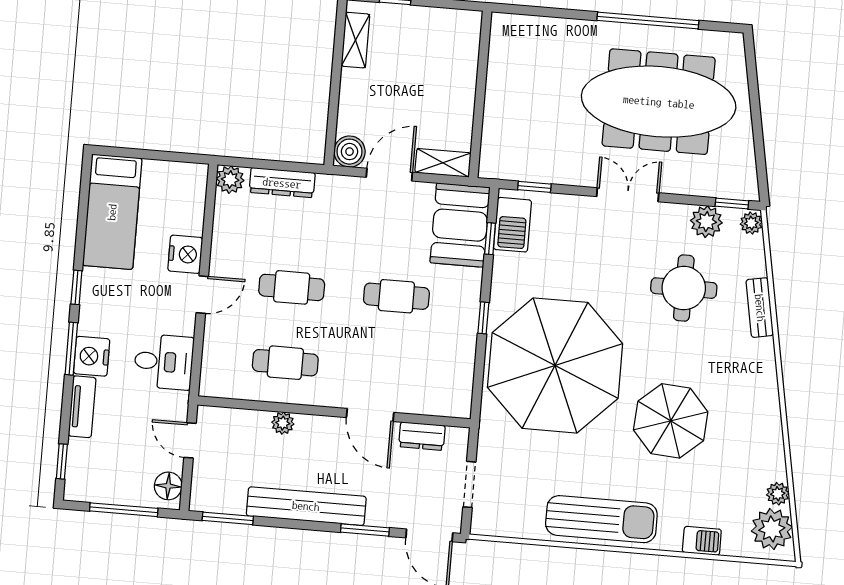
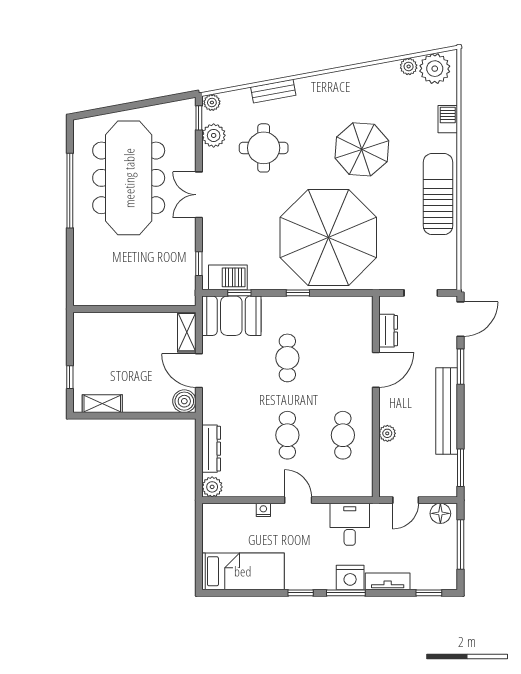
nightstand: (185, 254) -> (263, 510), width x0.53, depth x0.56

